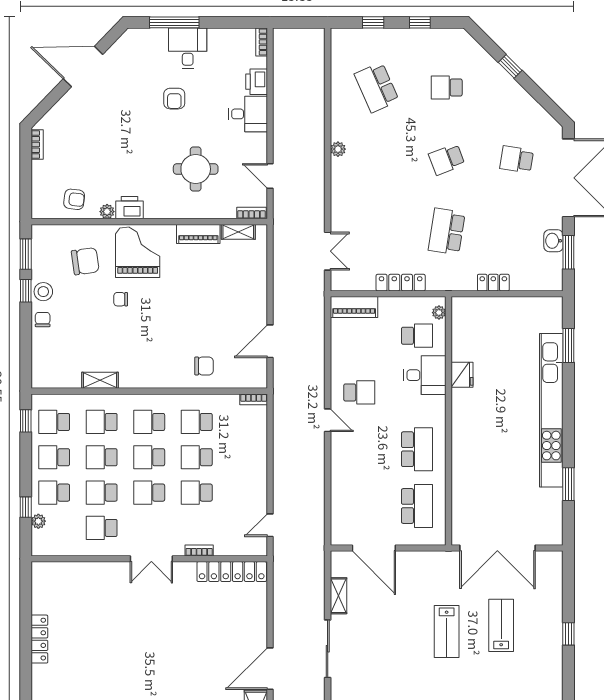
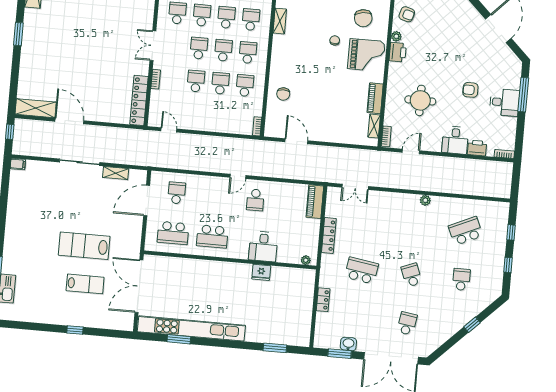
armchair: (74, 199) -> (407, 14), turned -81
school desk: (417, 336) -> (177, 193), moved, turned 180
kitchen unit: (551, 410) -> (191, 328), moved
lab bench: (447, 632) -> (84, 246), width x1.36, depth x1.39

